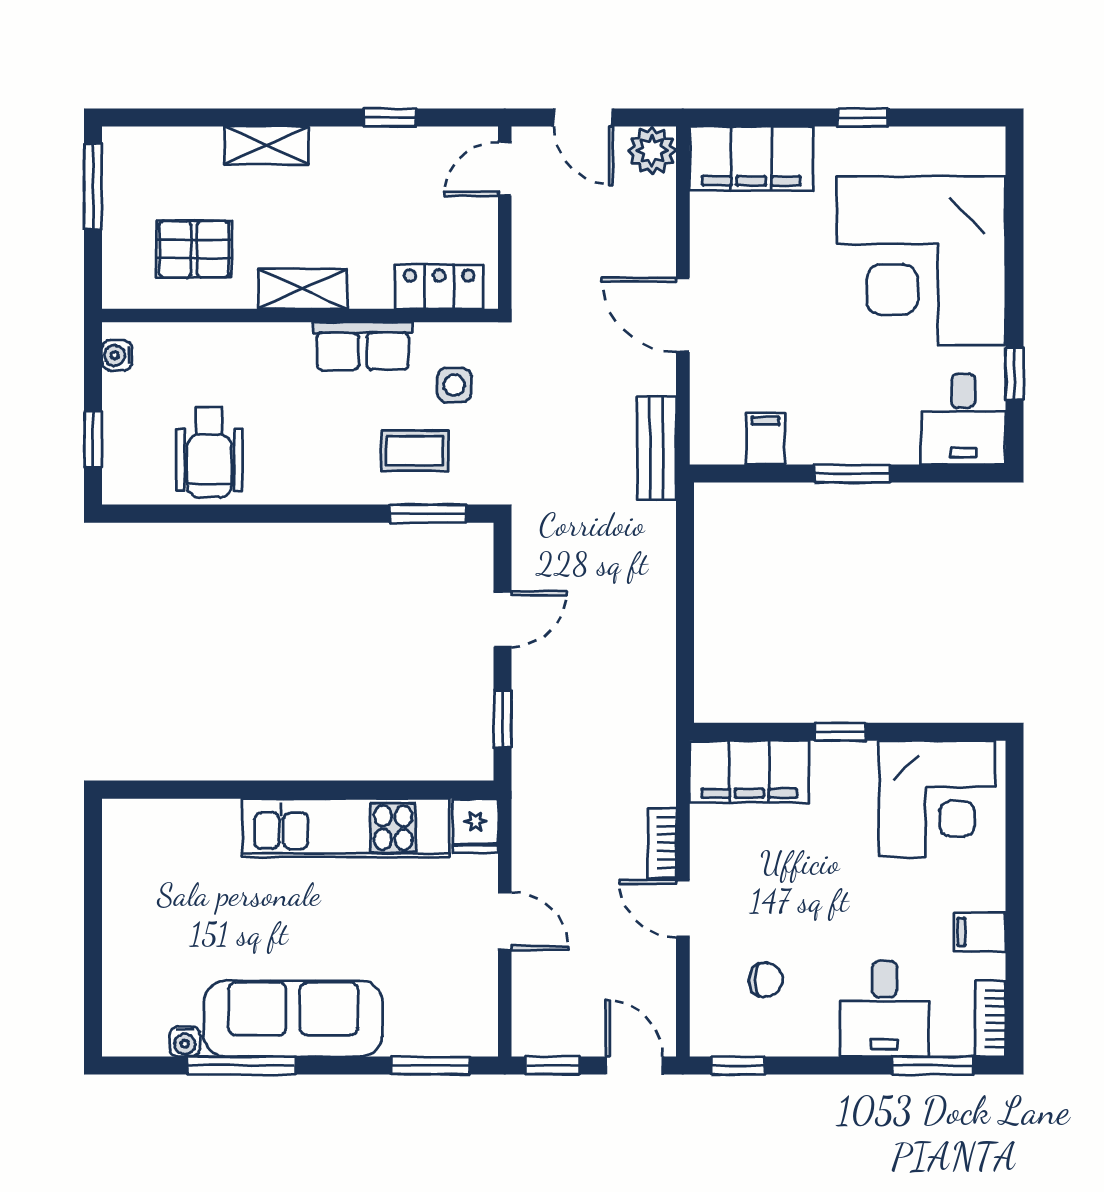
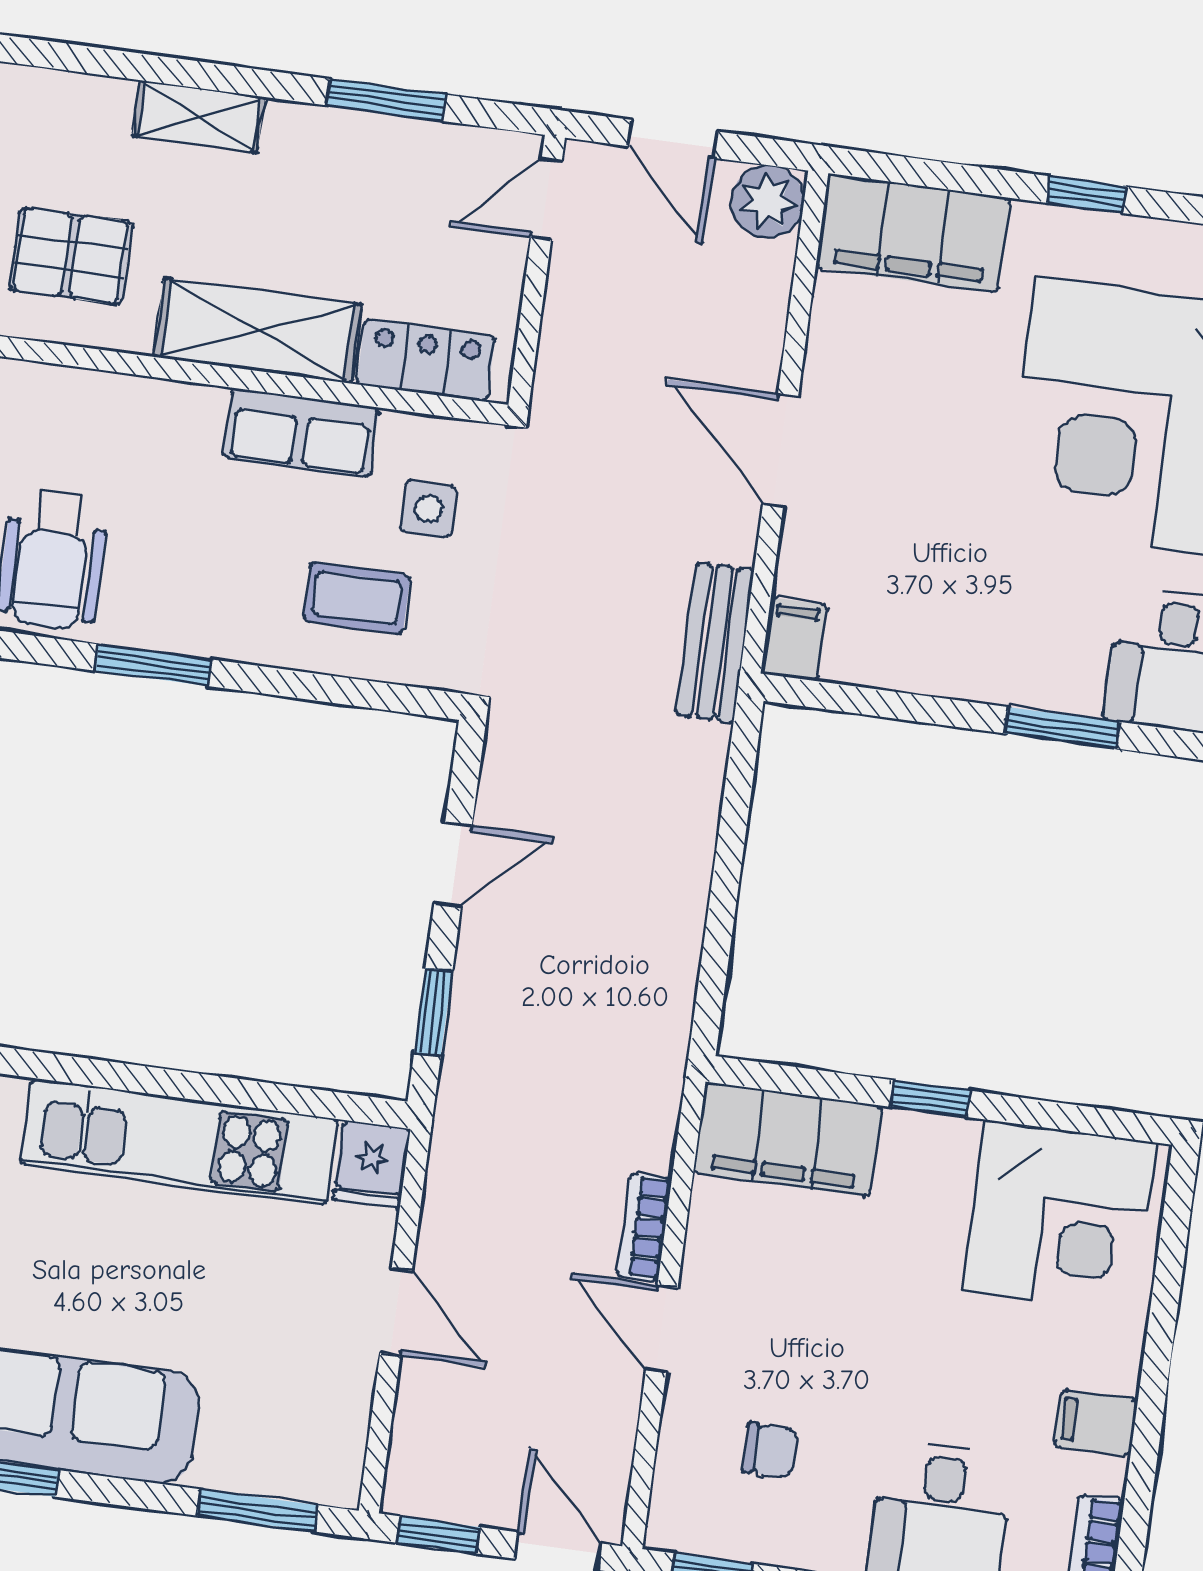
window: (389, 117) -> (386, 100), width x1.50
shelving: (303, 289) -> (258, 331), width x1.50, depth x1.33
filing cabinet: (766, 439) -> (794, 639), moved
window: (852, 474) -> (1062, 728), moved
window: (428, 514) -> (153, 665), moved

